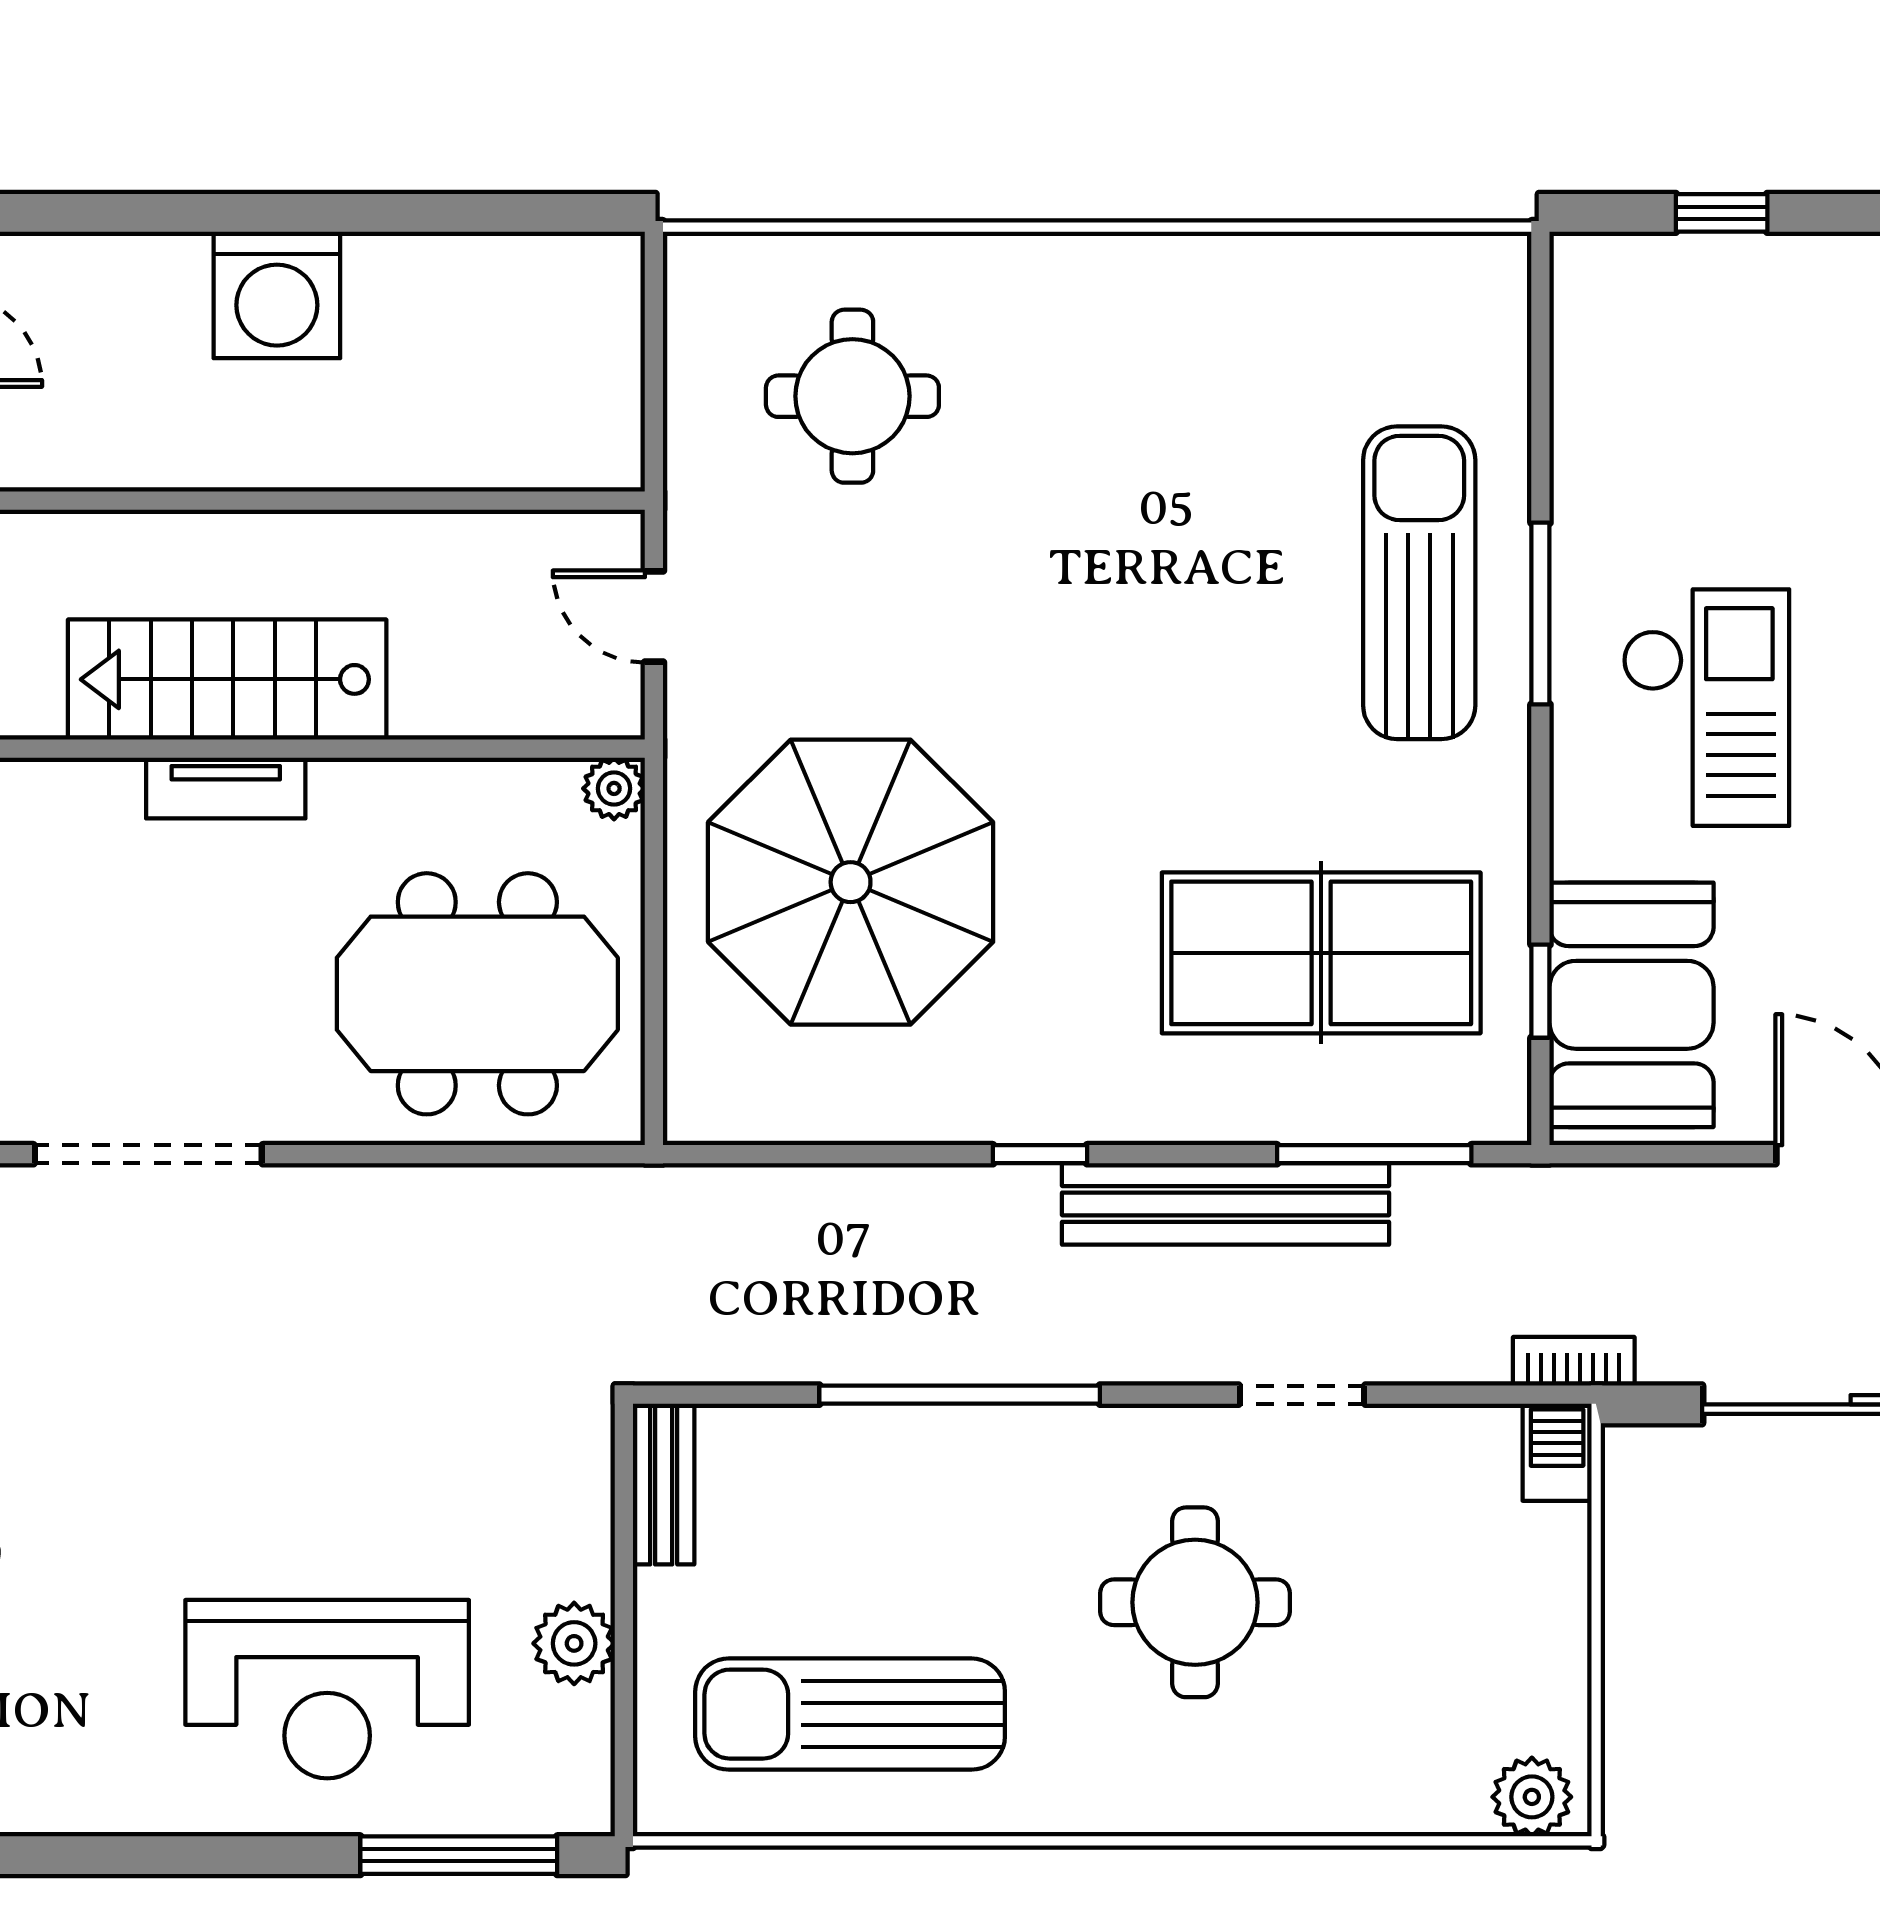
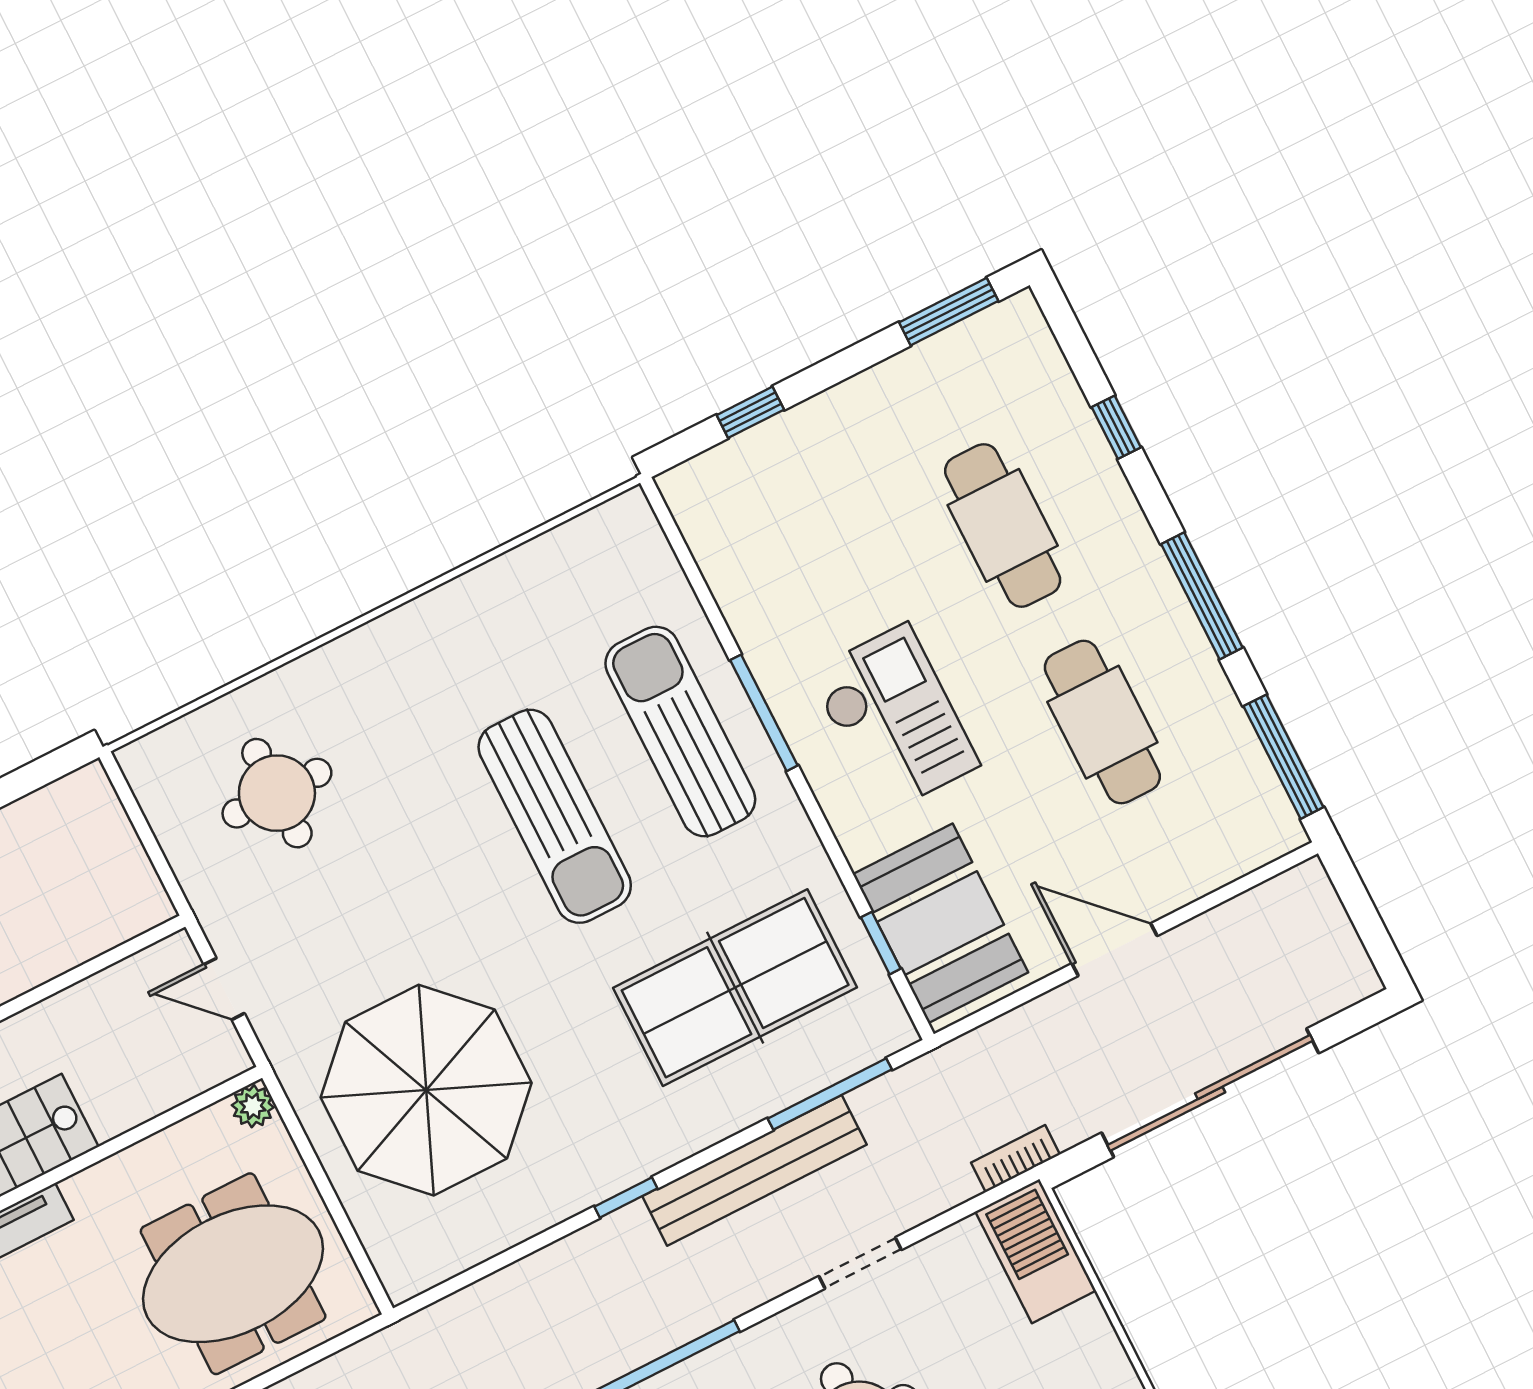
sun lounger: (1199, 610) -> (555, 816), added
barbecue: (1557, 1452) -> (1036, 1251), width x1.88, depth x1.53

